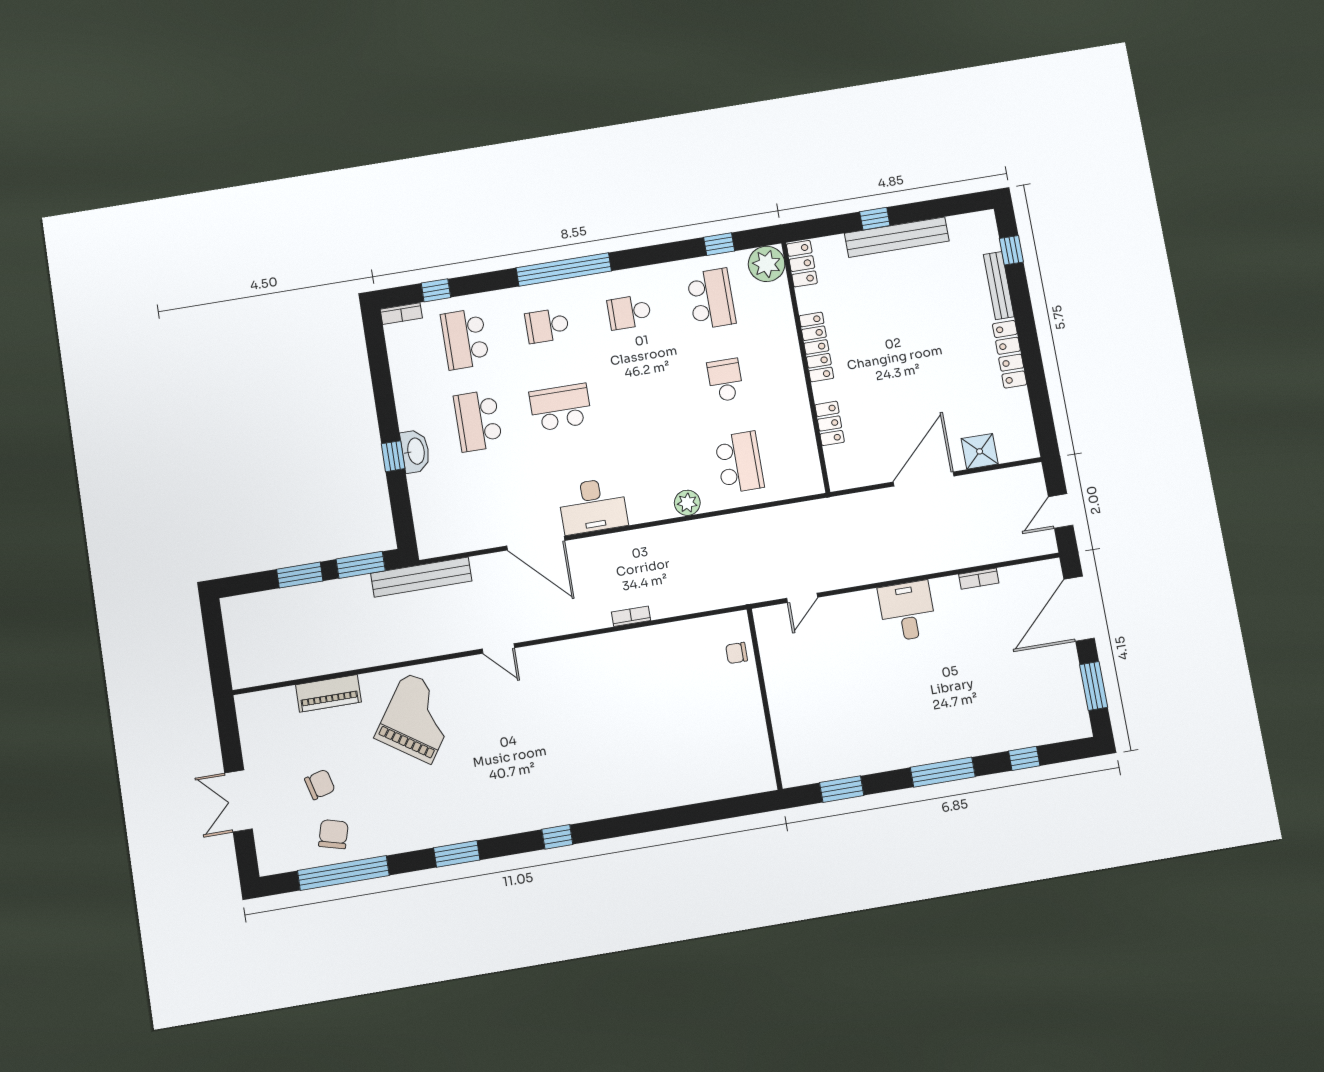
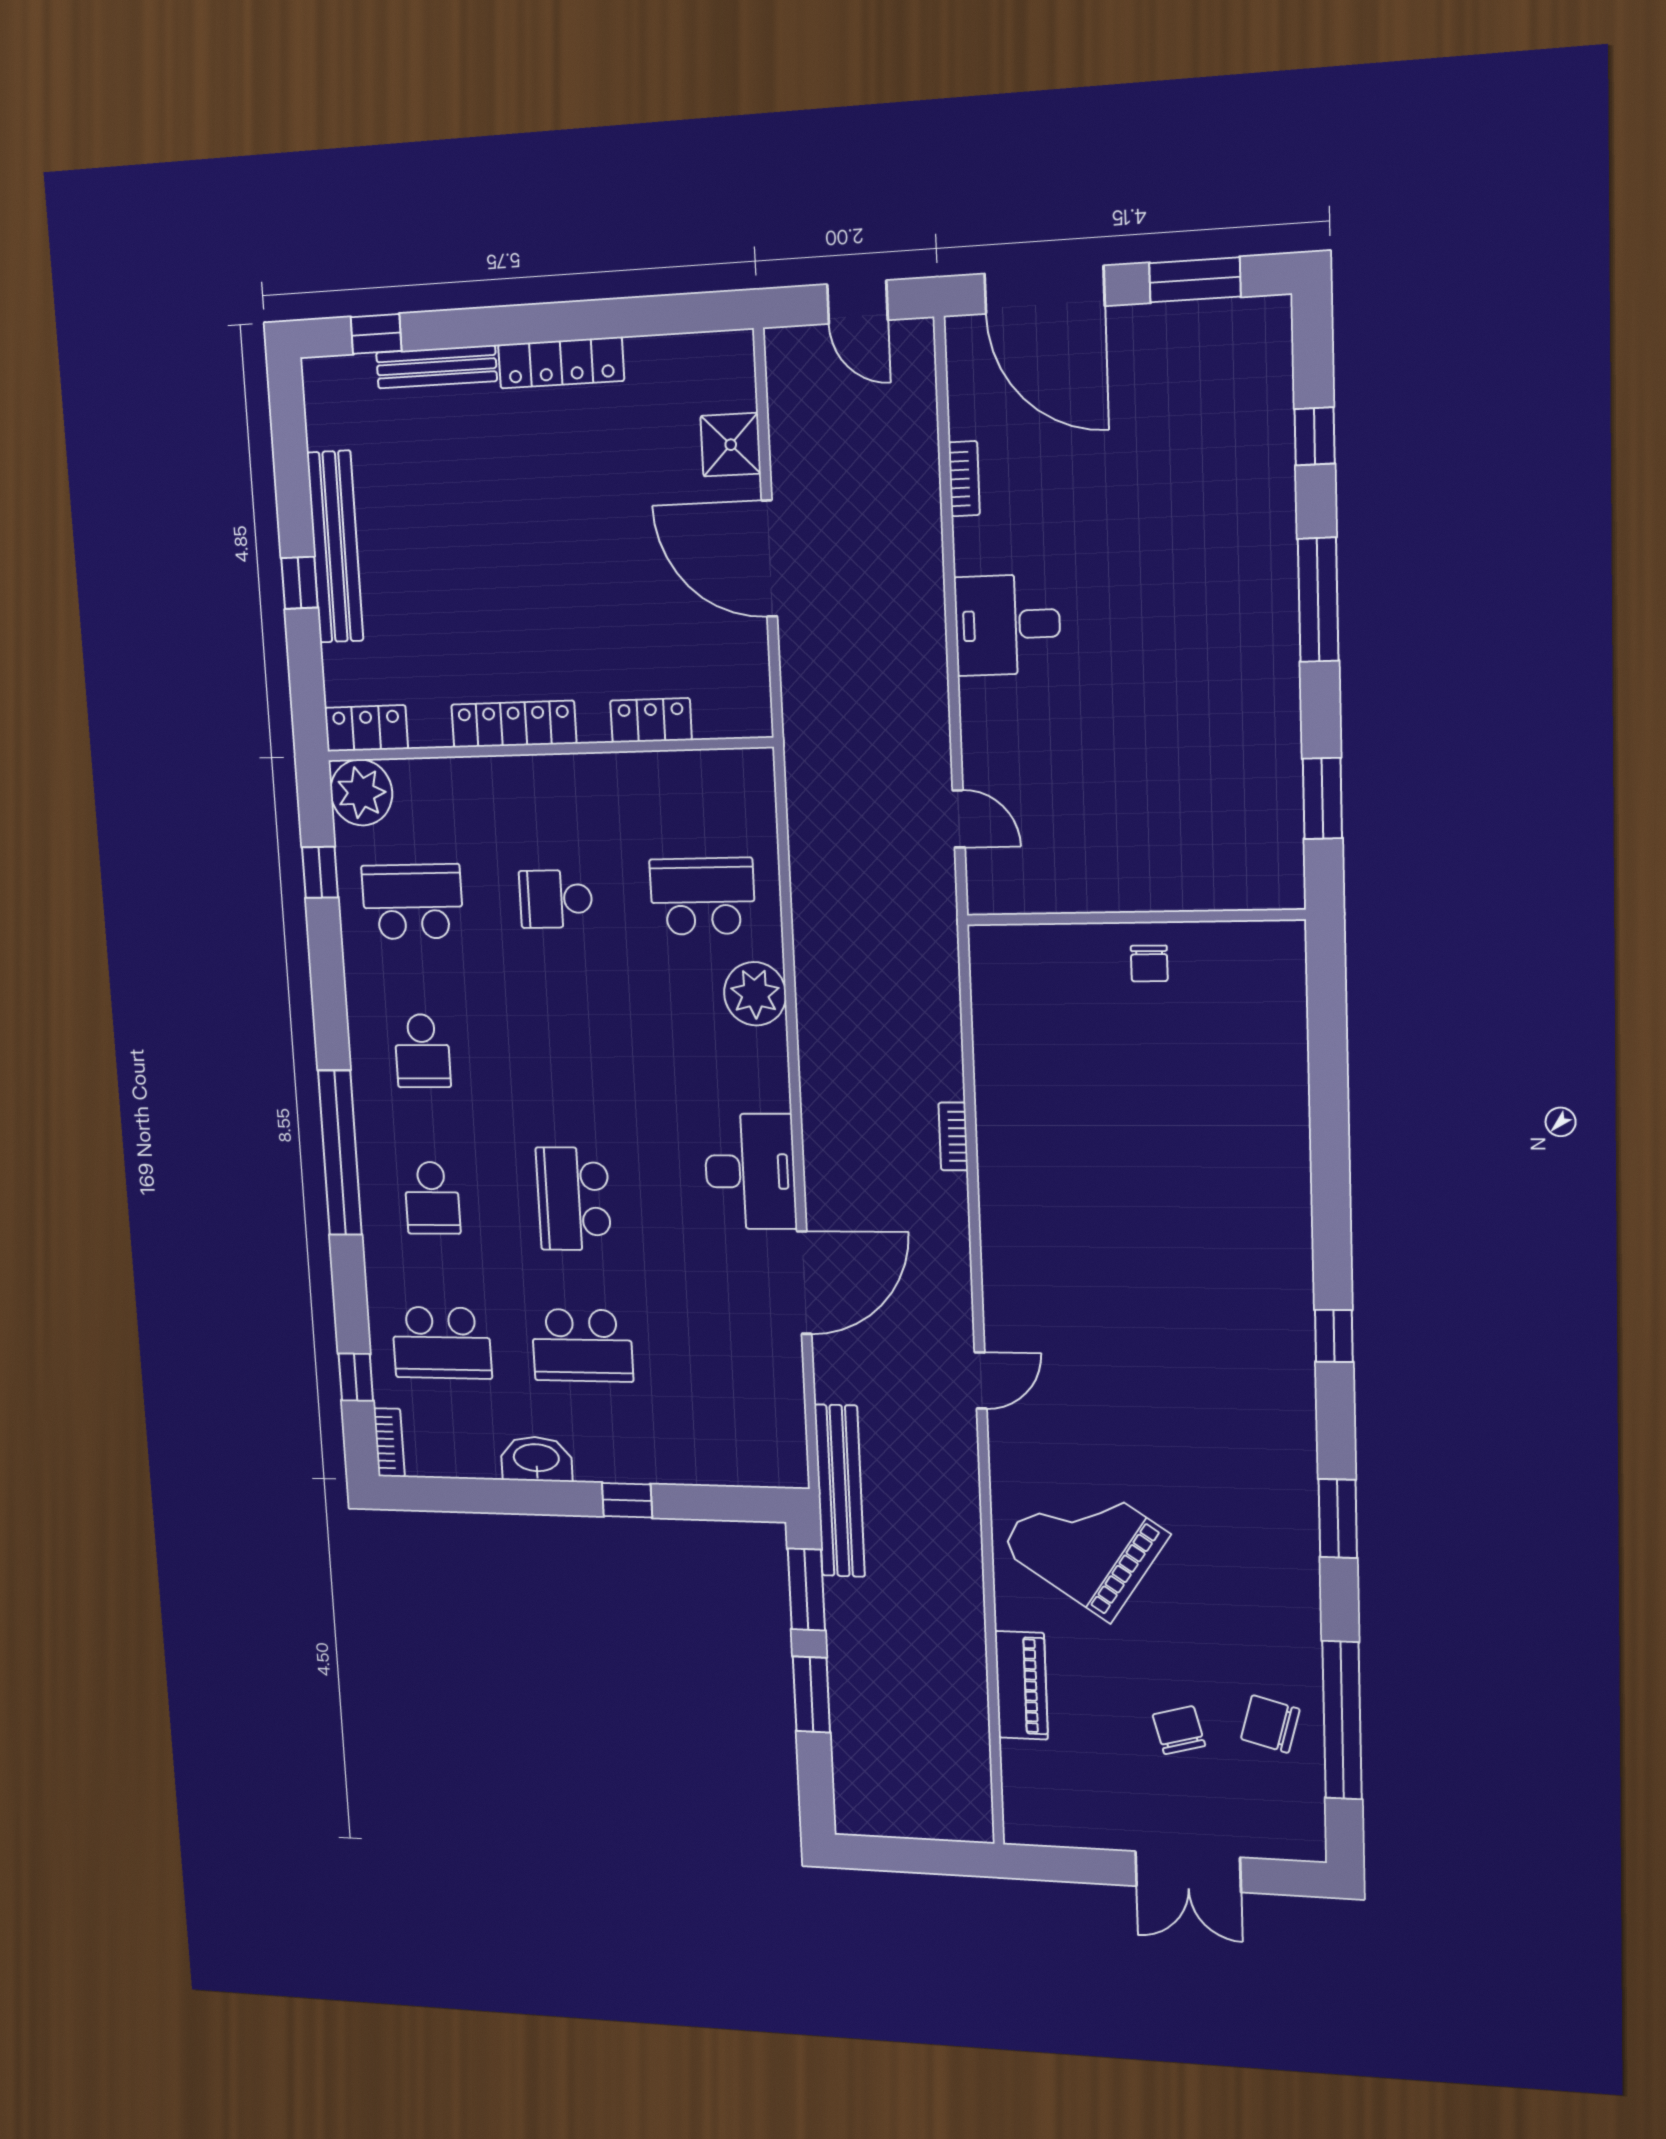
washbasin: (415, 451) -> (536, 1459), moved
plant: (687, 503) -> (755, 994), width x1.36, depth x1.36
chair: (737, 653) -> (1149, 963), moved

